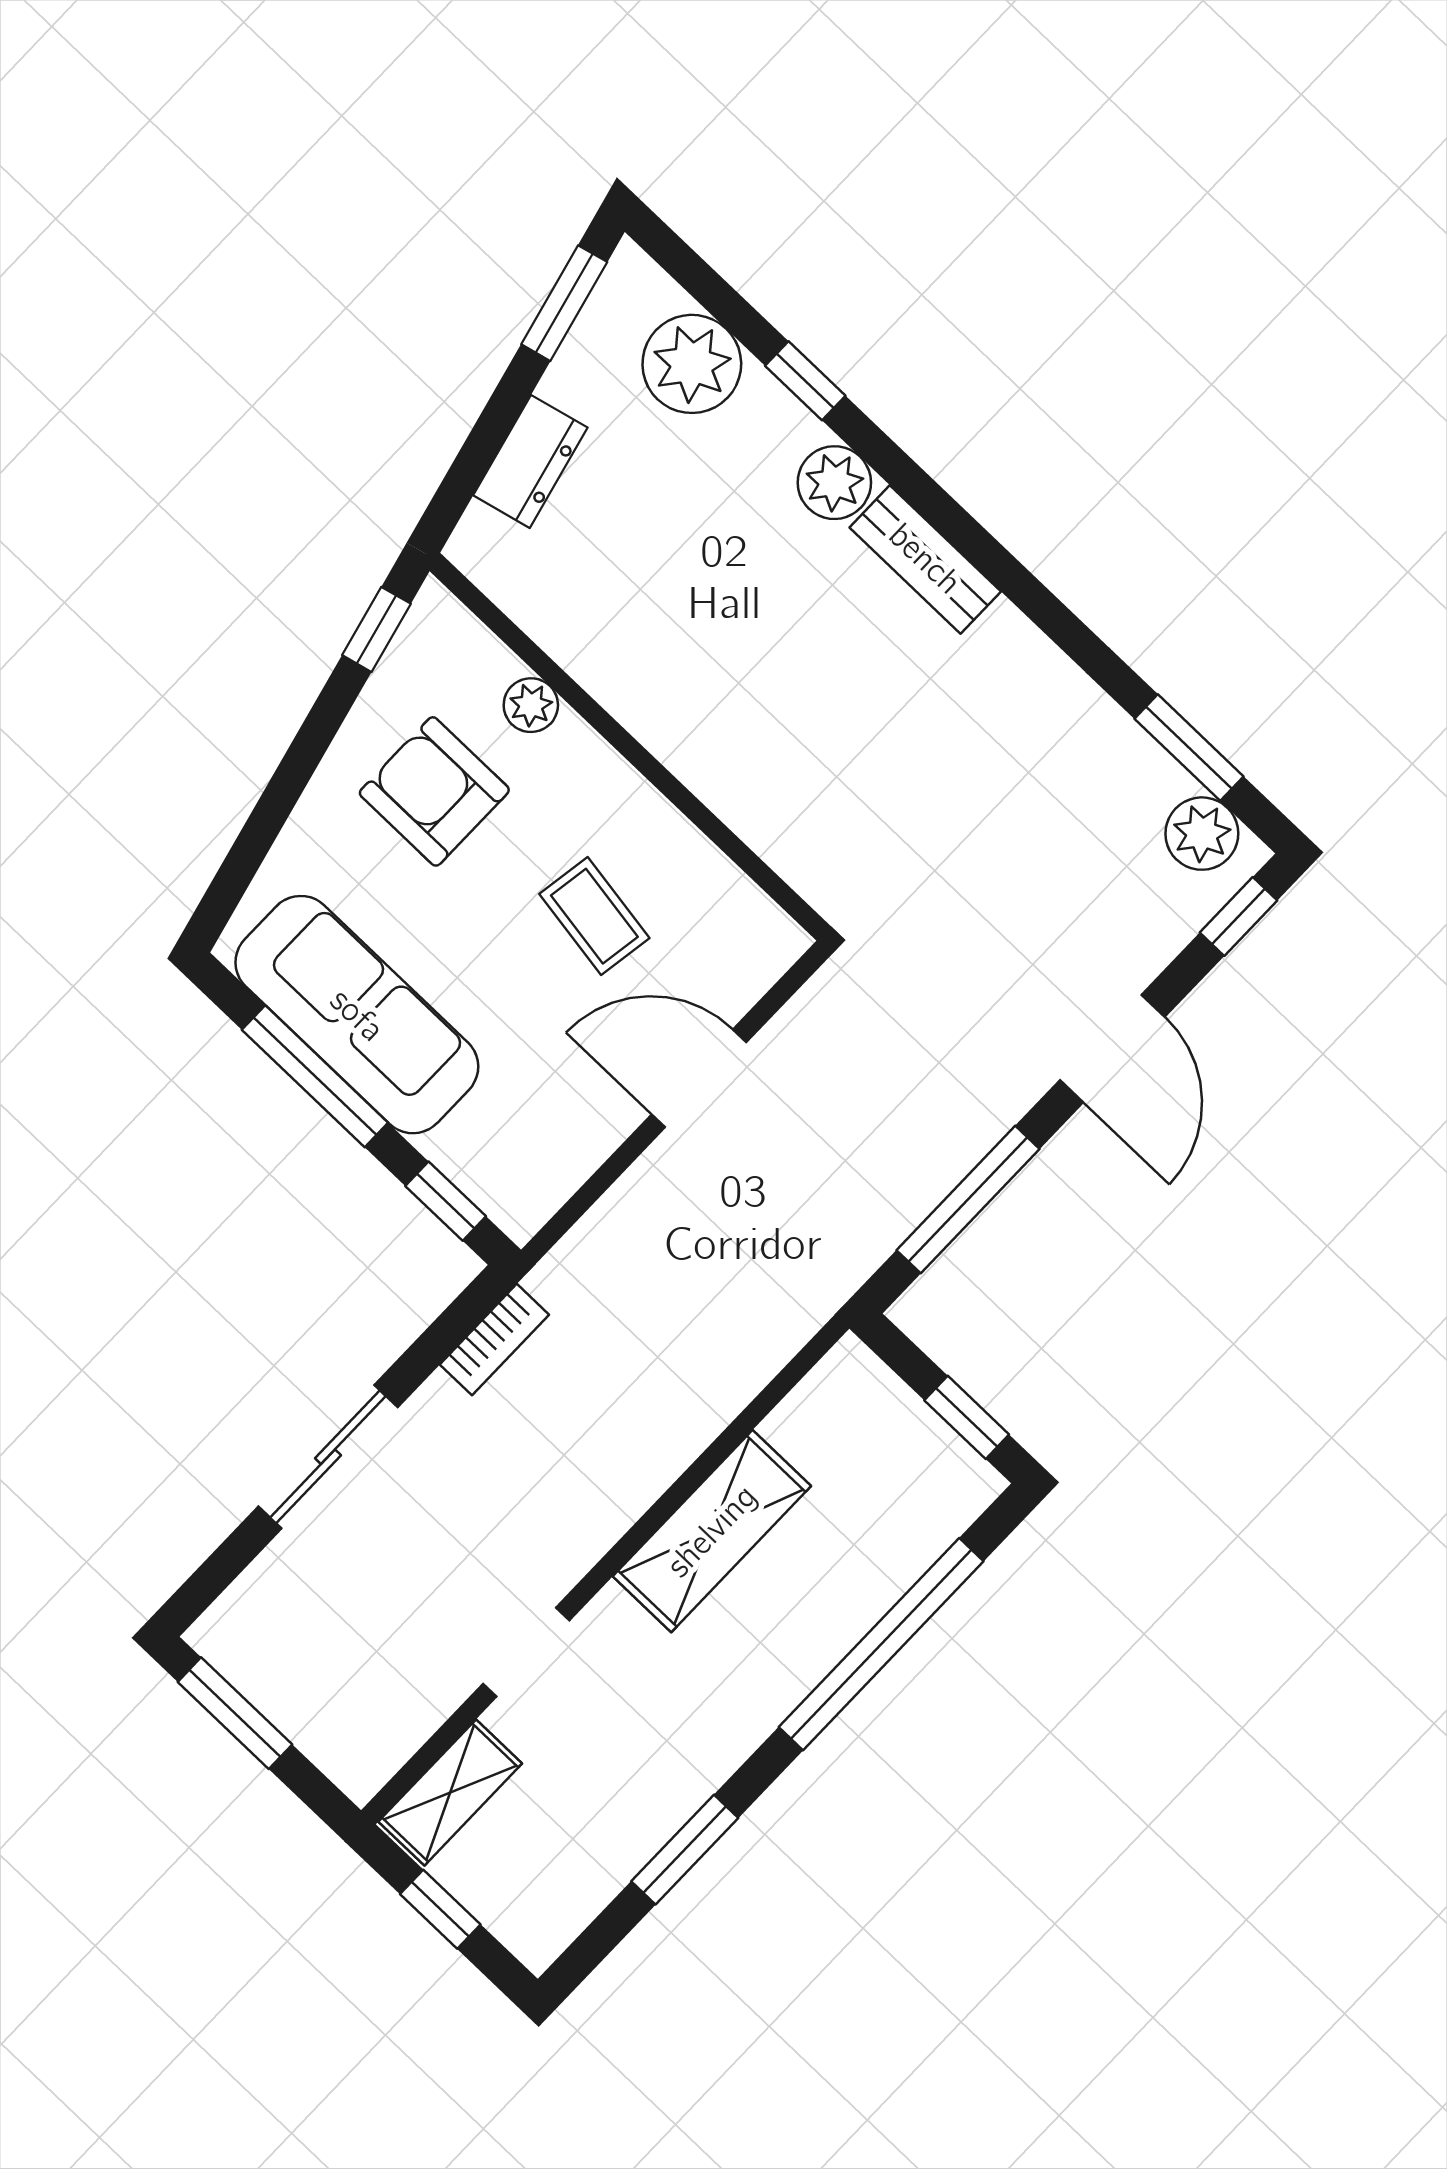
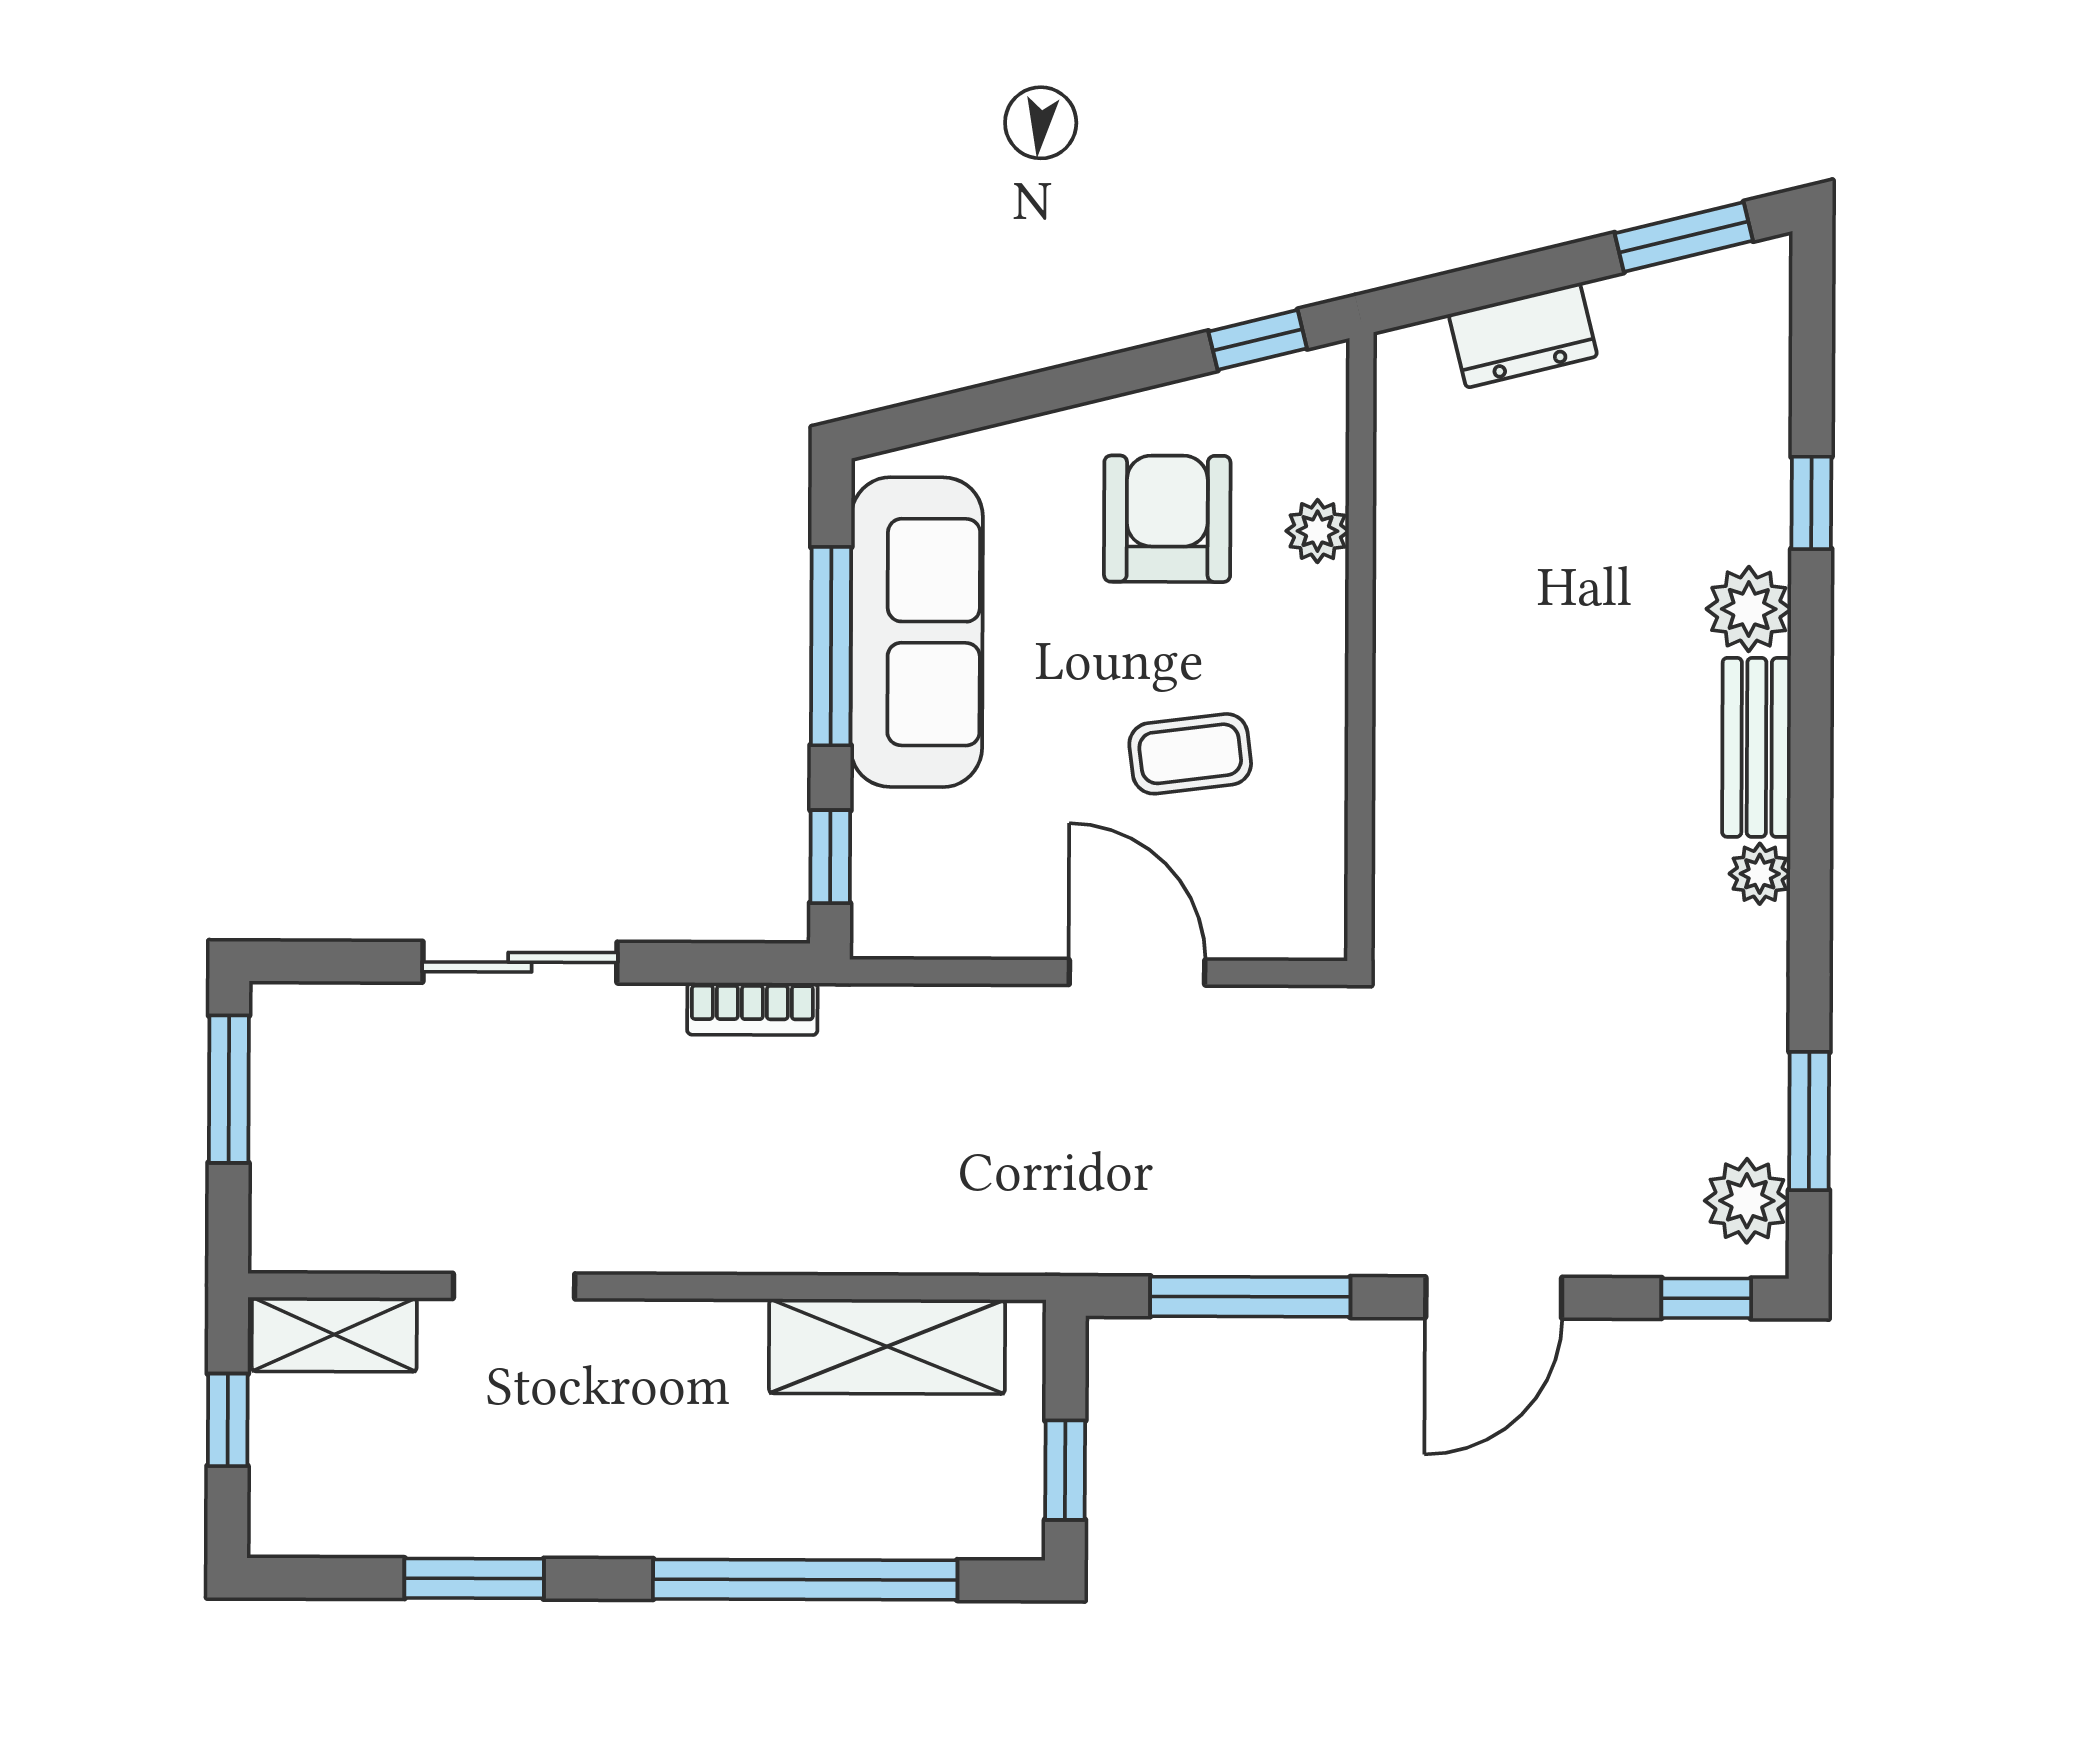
plant: (692, 364) -> (1760, 874), moved, width x0.53, depth x0.53
coffee table: (594, 916) -> (1190, 754), turned 74
shelving: (712, 1531) -> (887, 1347), moved

